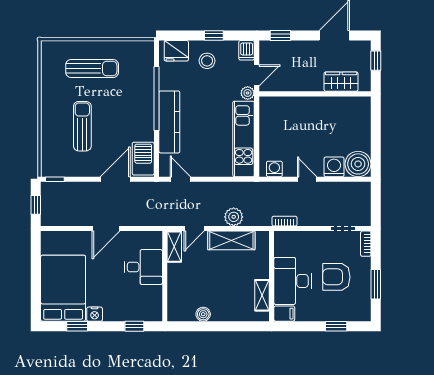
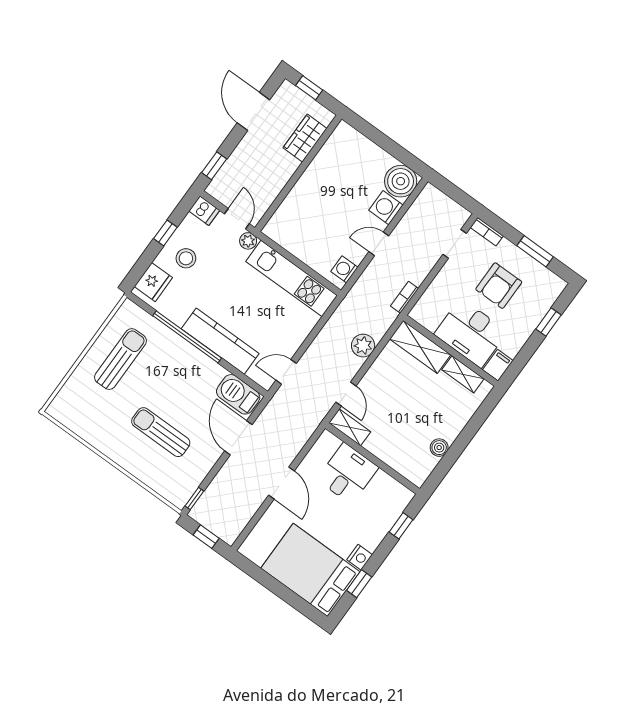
sun lounger: (92, 68) -> (120, 359), moved
shelving: (231, 240) -> (420, 347), moved, turned 90

